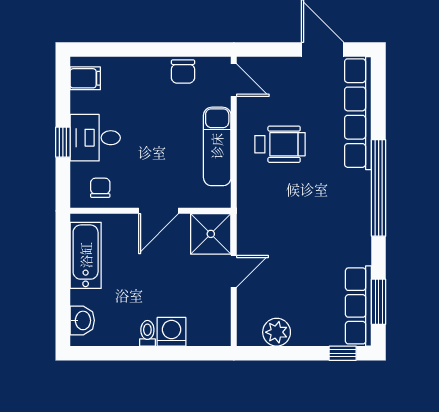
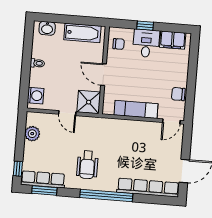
filing cabinet: (85, 78) -> (173, 40), width x2.00
wheelchair: (280, 144) -> (87, 165), moved
washing machine: (171, 332) -> (36, 96), moved

